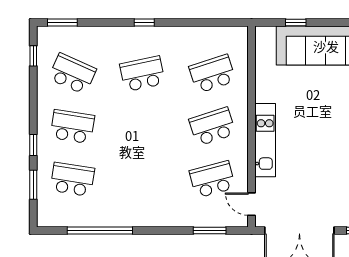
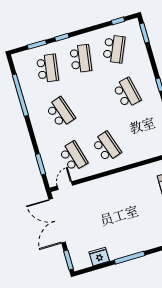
school desk: (212, 74) -> (60, 112), moved
kitchen unit: (265, 140) -> (108, 183), removed

